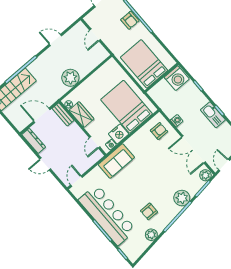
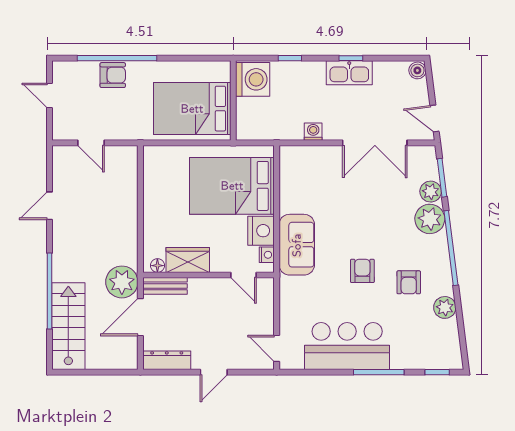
plant: (70, 78) -> (122, 282), moved
armchair: (159, 131) -> (362, 271), moved
sofa: (116, 161) -> (297, 245), moved
plant: (205, 175) -> (431, 192), moved
bar counter: (107, 215) -> (347, 346), width x0.73

